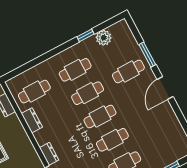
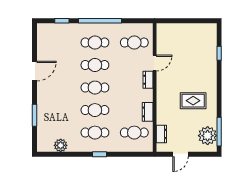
window: (86, 35) -> (100, 154), moved
cafe table: (128, 71) -> (55, 110), removed
door: (165, 88) -> (35, 71), moved

